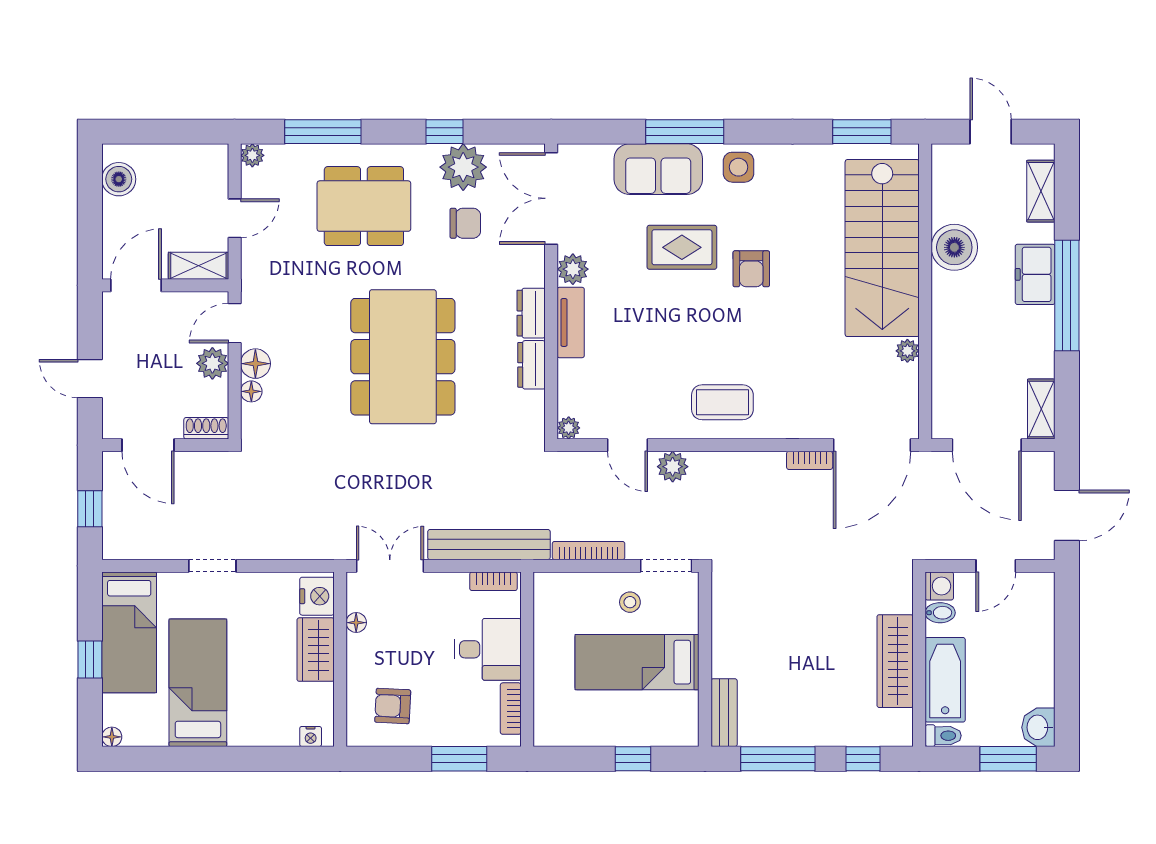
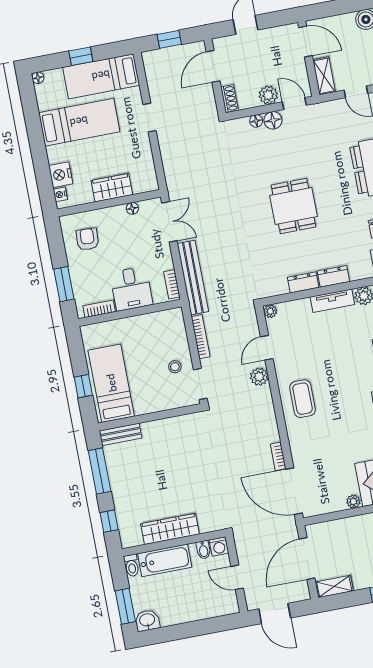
dining table: (403, 357) -> (293, 206), width x0.53, depth x0.80
nightstand: (317, 596) -> (61, 175), moved, turned 90
bed: (637, 662) -> (111, 383), moved

